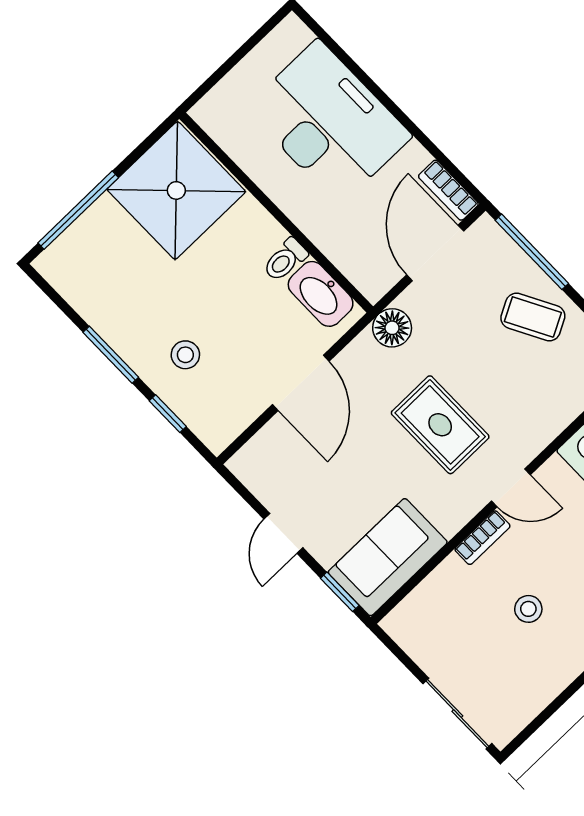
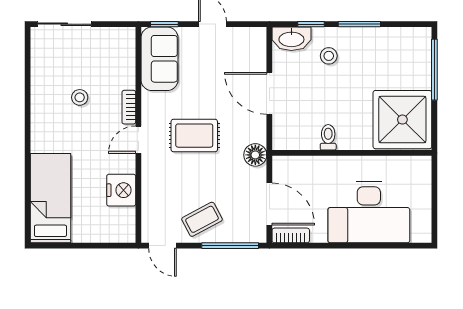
washbasin: (321, 294) -> (291, 39), moved, turned 180

